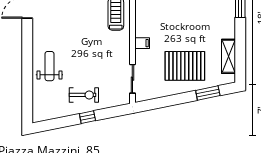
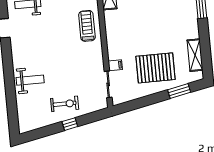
filing cabinet: (142, 43) -> (115, 65), moved
weight bench: (49, 66) -> (30, 80), turned 90

